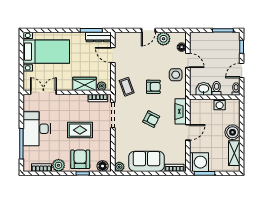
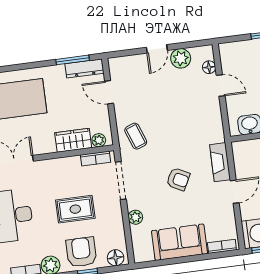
side table: (176, 75) -> (206, 109), removed
armchair: (153, 87) -> (175, 131), removed
plant: (119, 167) -> (135, 217), moved

